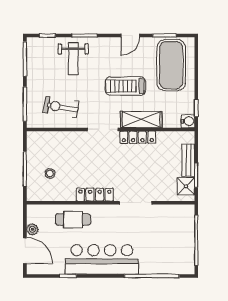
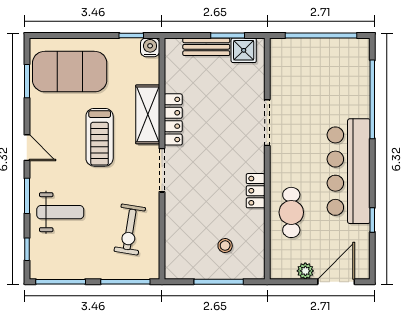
door: (130, 35) -> (27, 148), moved
locker: (95, 195) -> (256, 191), width x0.66

